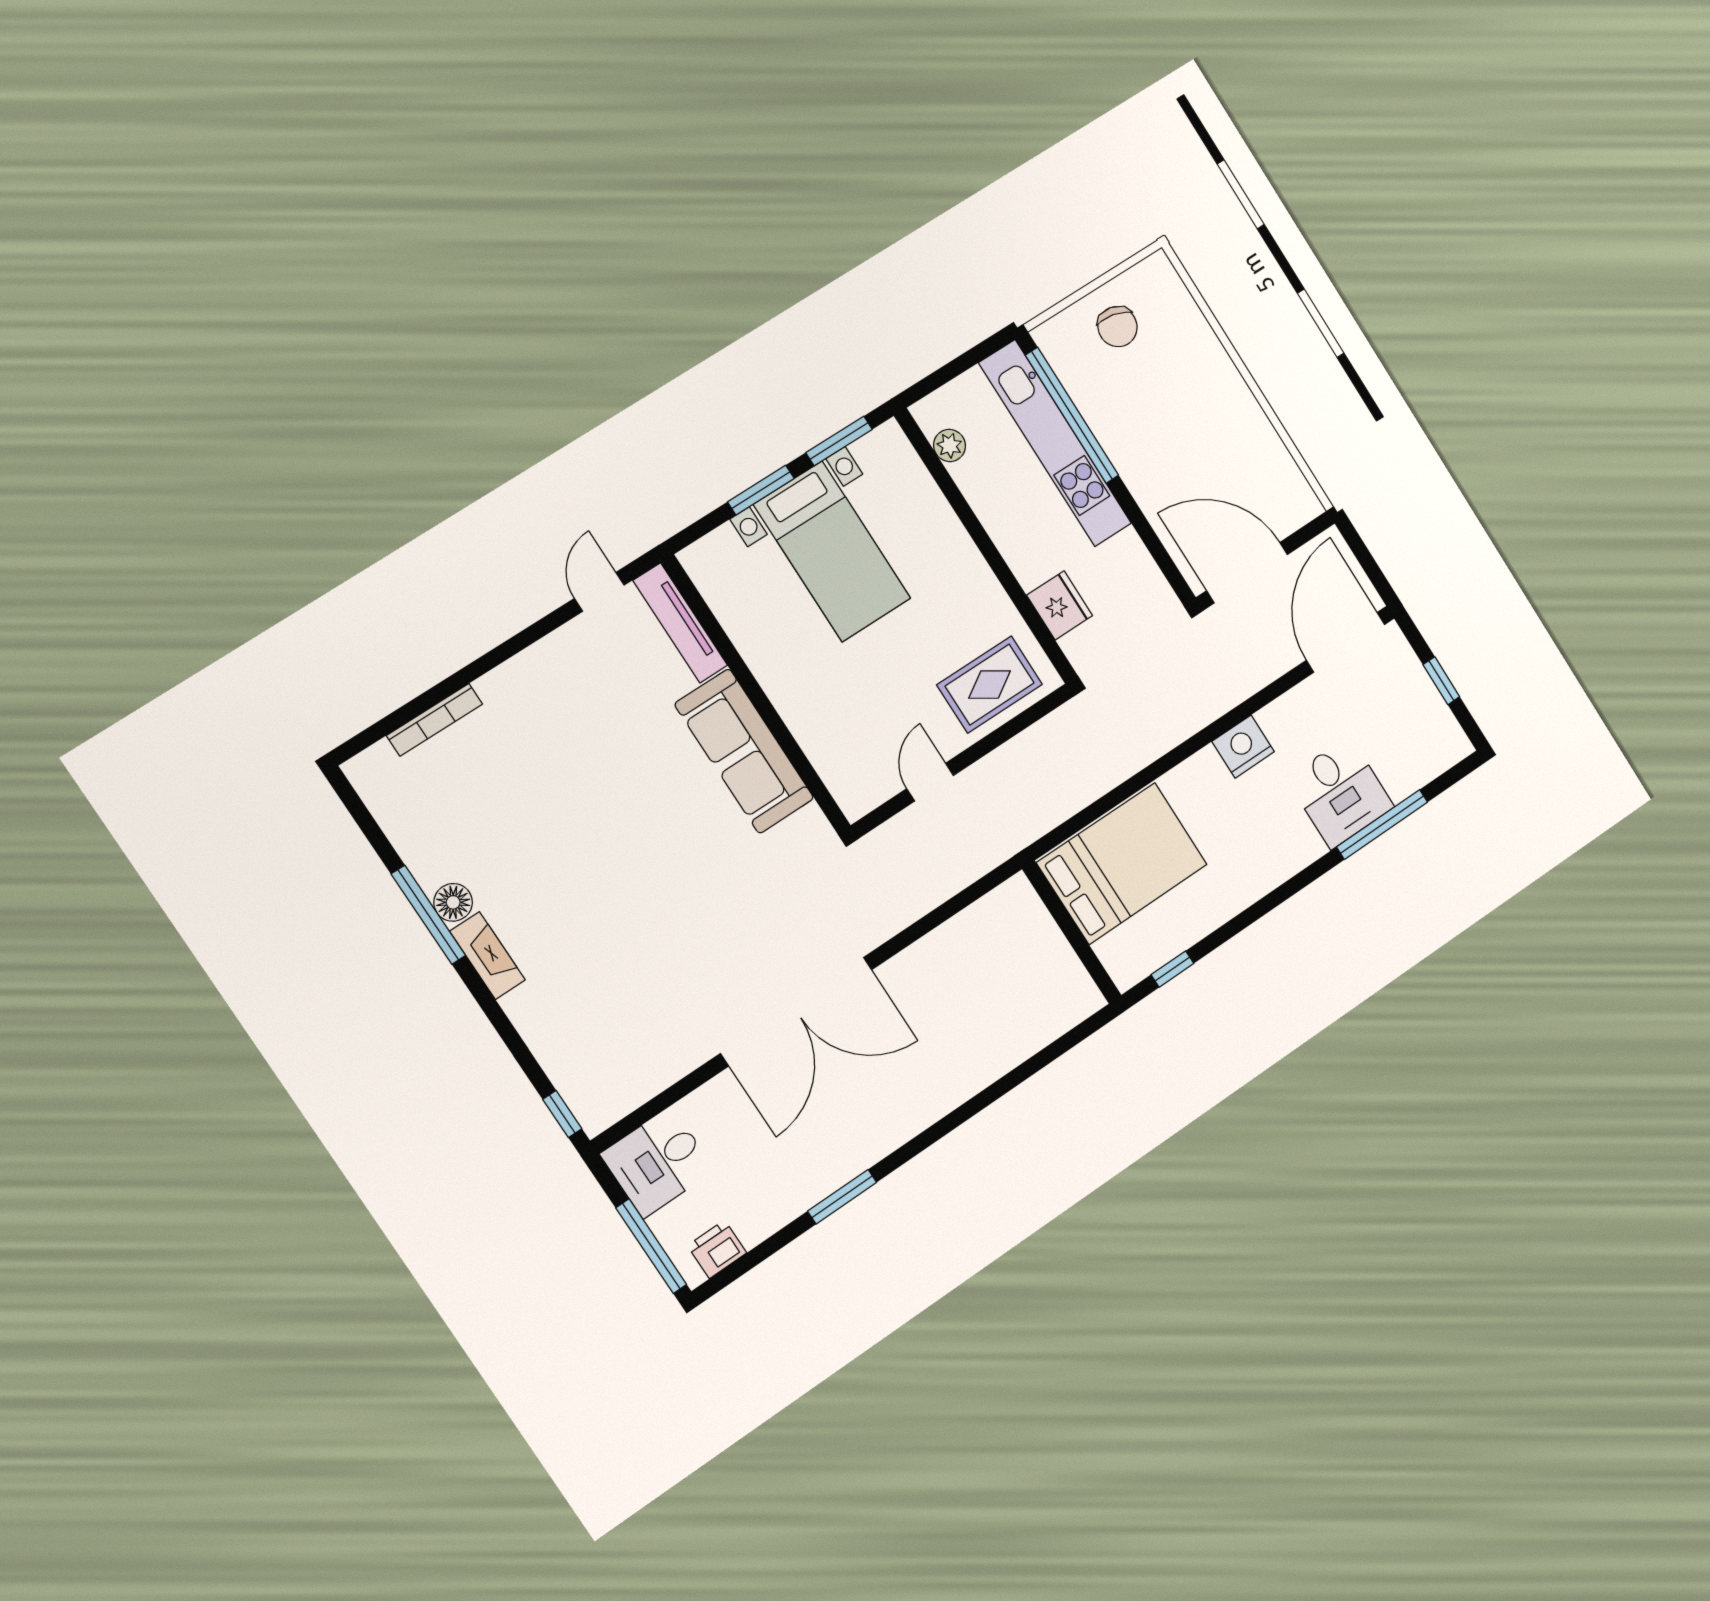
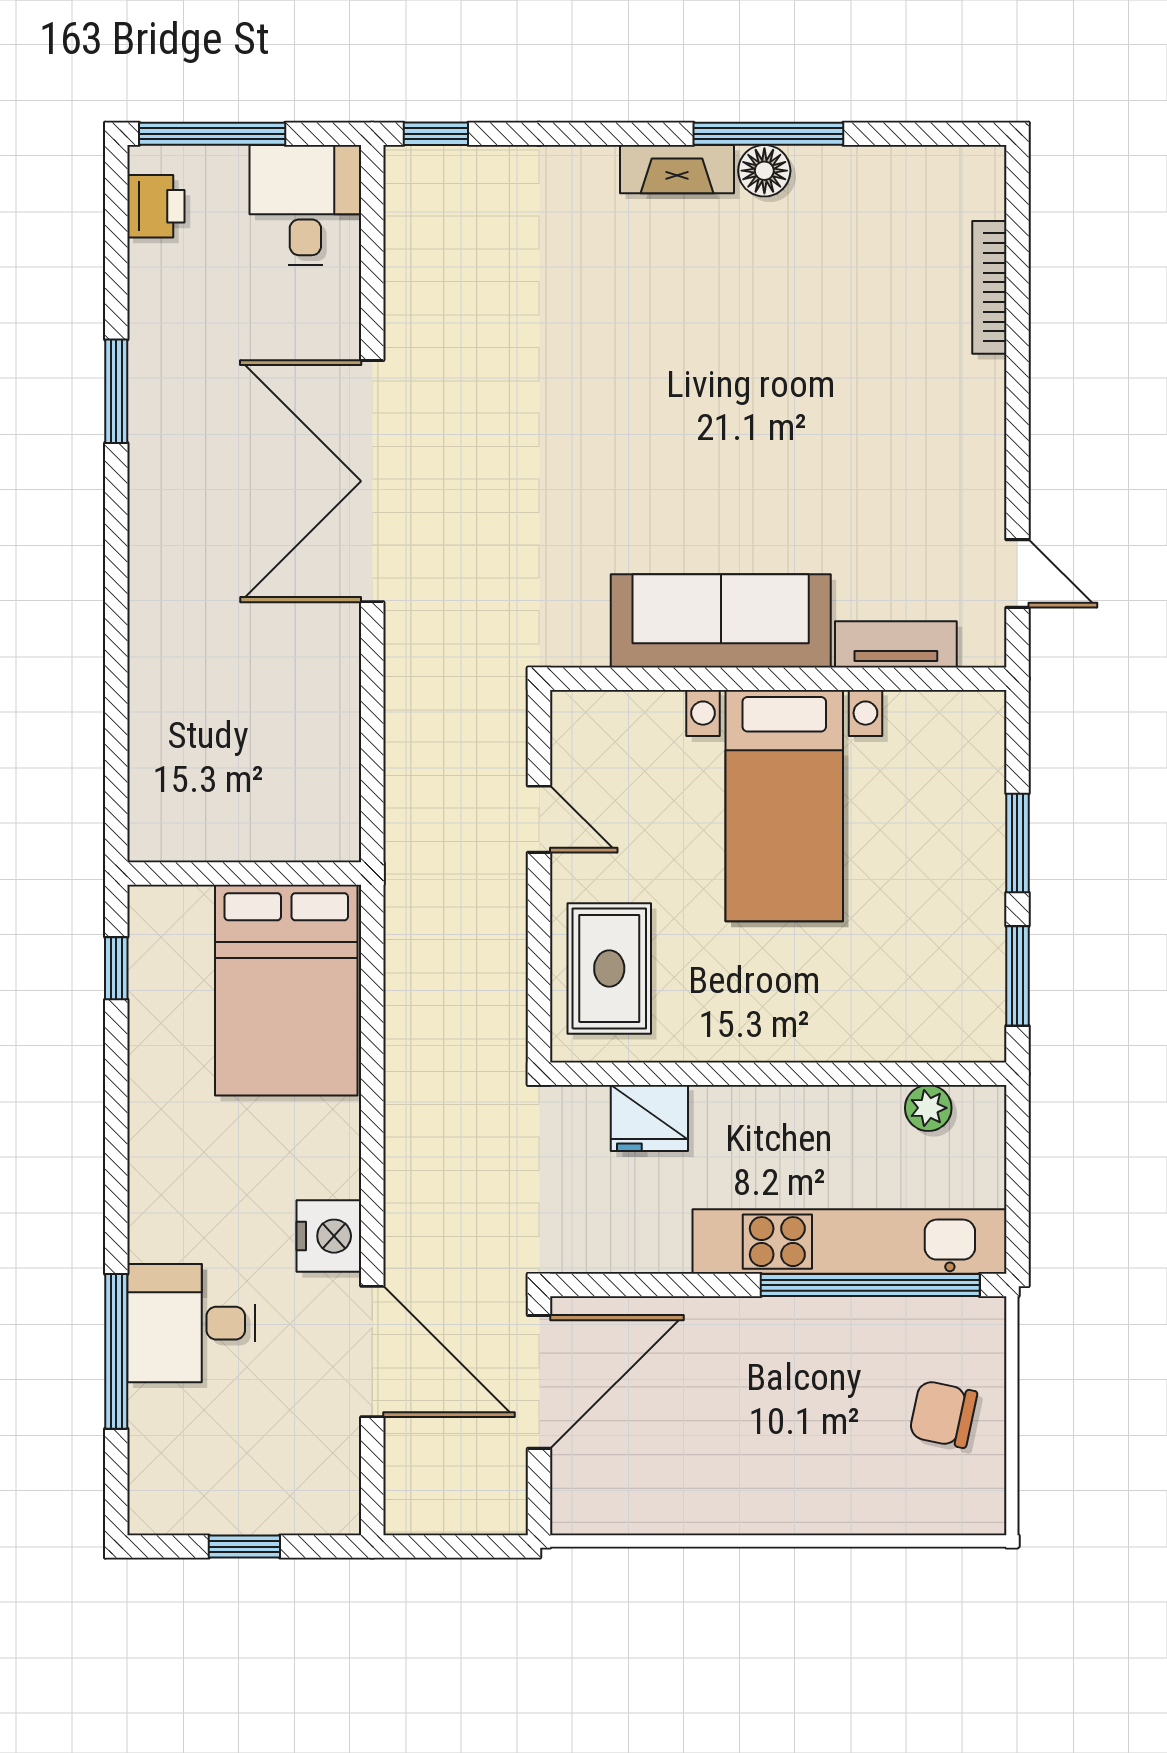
bed with nightstands: (832, 552) -> (784, 806), moved, turned -90
tv unit: (680, 623) -> (896, 644), width x0.71
door: (1346, 642) -> (372, 1352), moved

